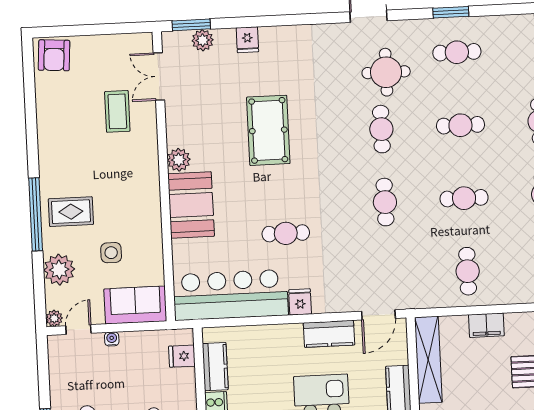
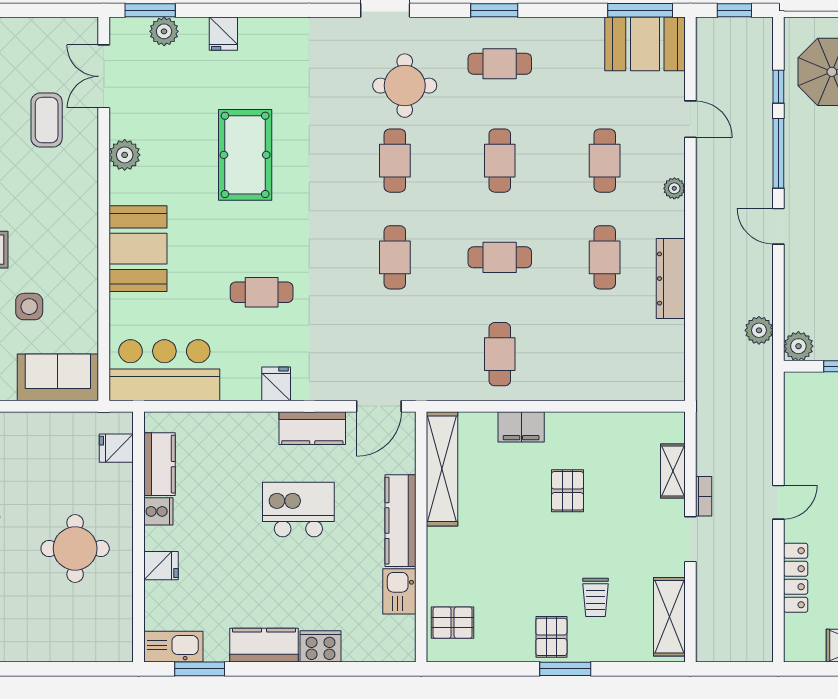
cafe table: (460, 125) -> (500, 161), turned 90
plant: (179, 160) -> (125, 155), moved
bar counter: (230, 295) -> (164, 370), width x0.73
water cooler: (112, 339) -> (24, 421), removed

